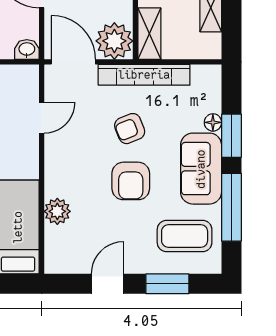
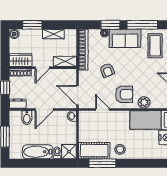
plant: (114, 41) -> (68, 77), removed
door: (73, 62) -> (78, 95), hinge flipped
bookcase: (144, 75) -> (83, 50), moved
armchair: (131, 181) -> (124, 94), moved

